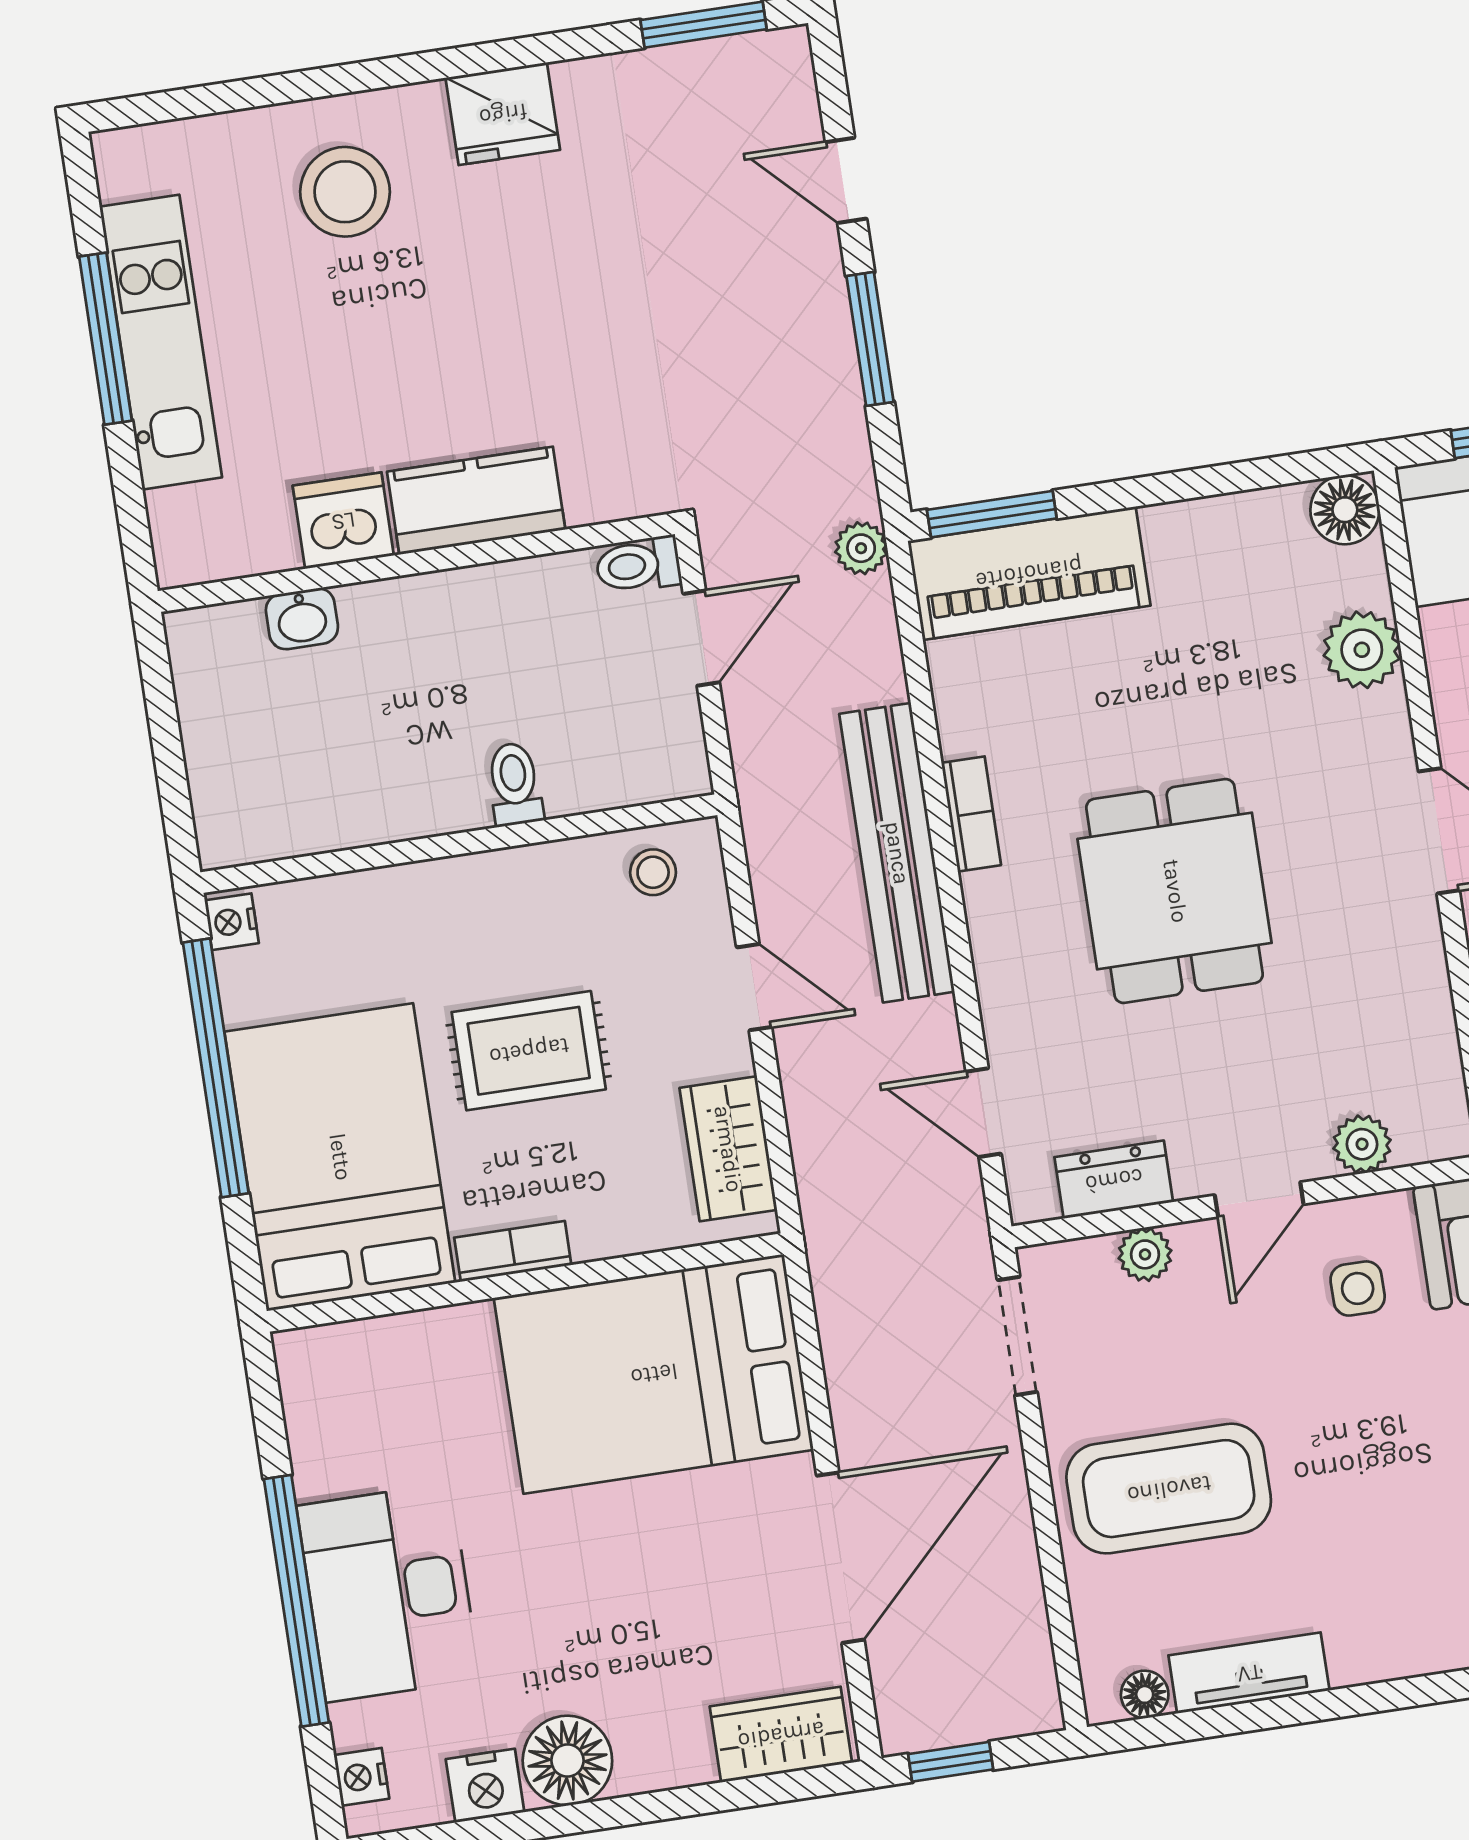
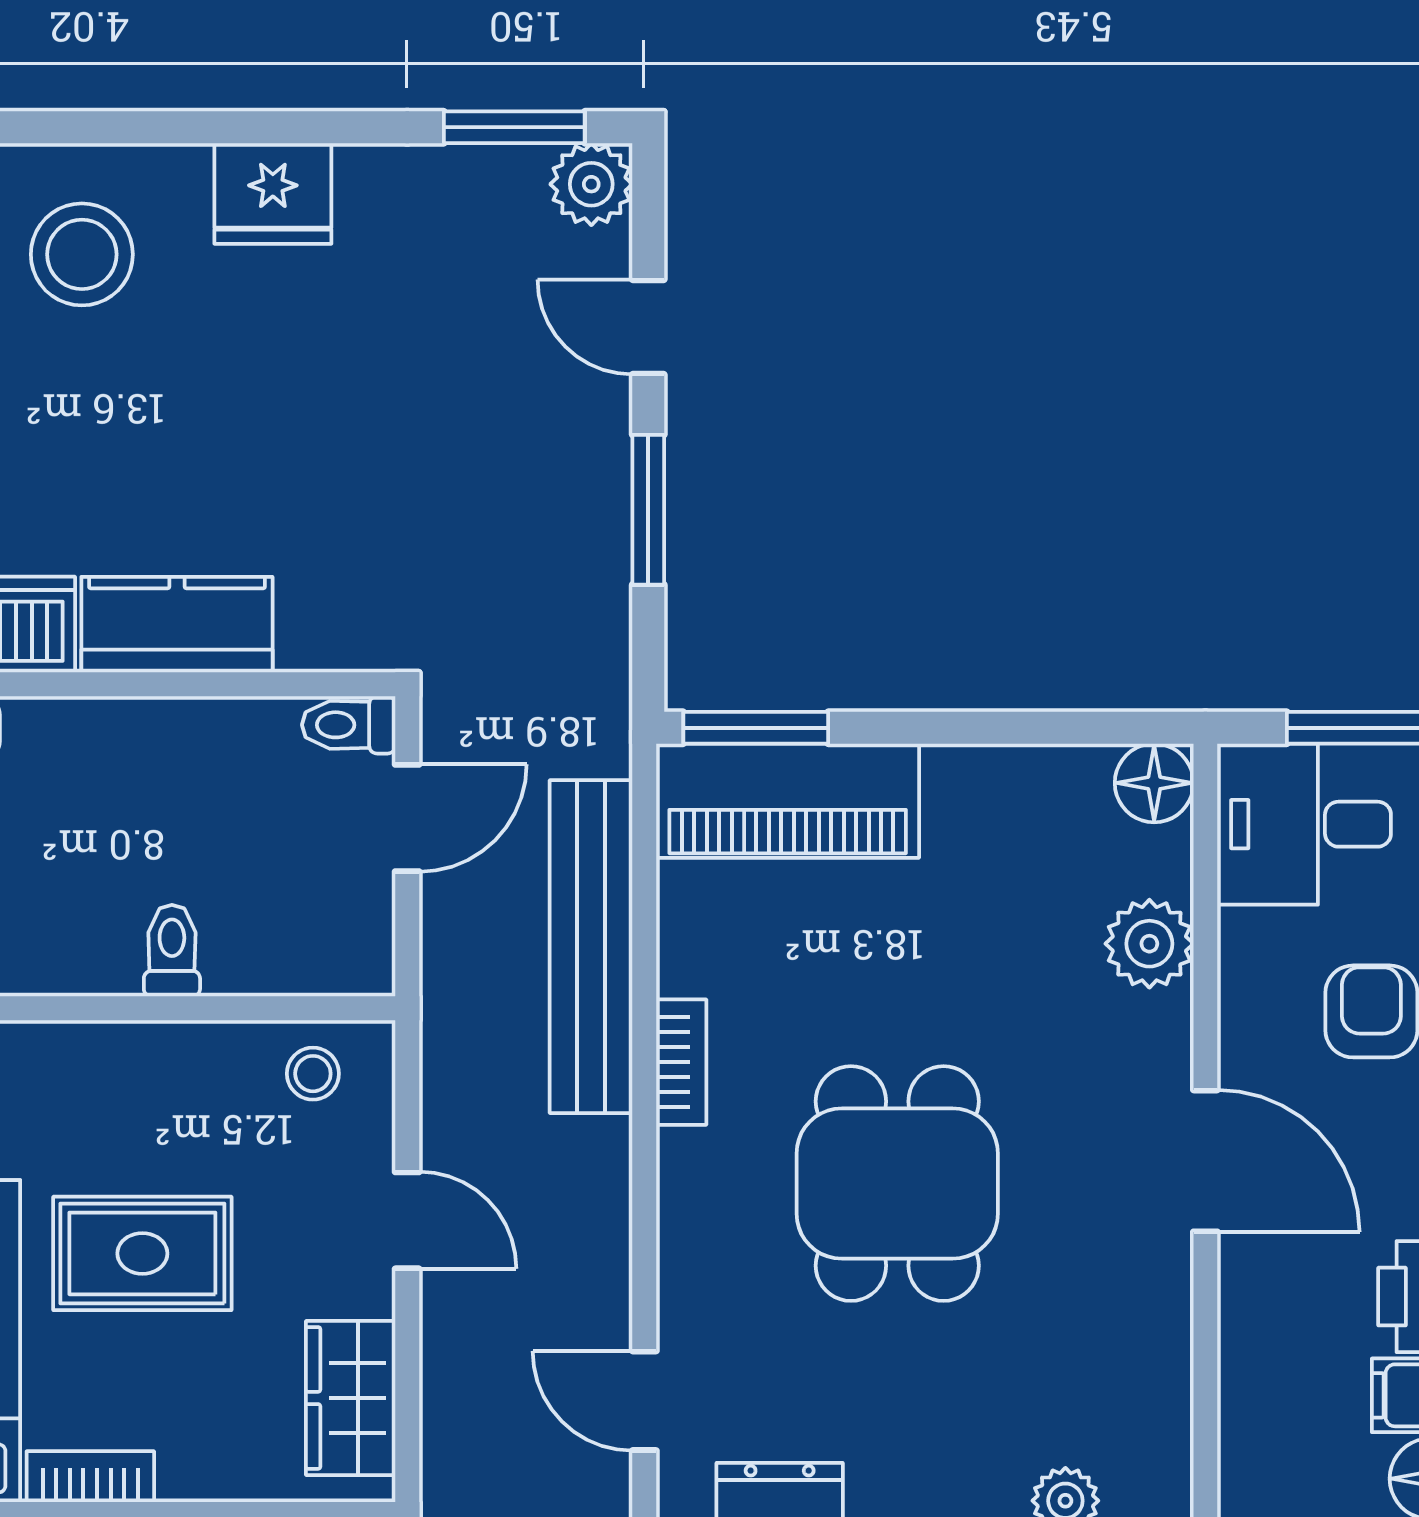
plant: (861, 548) -> (591, 184), moved, width x1.38, depth x1.38
bench: (897, 853) -> (591, 947), moved

